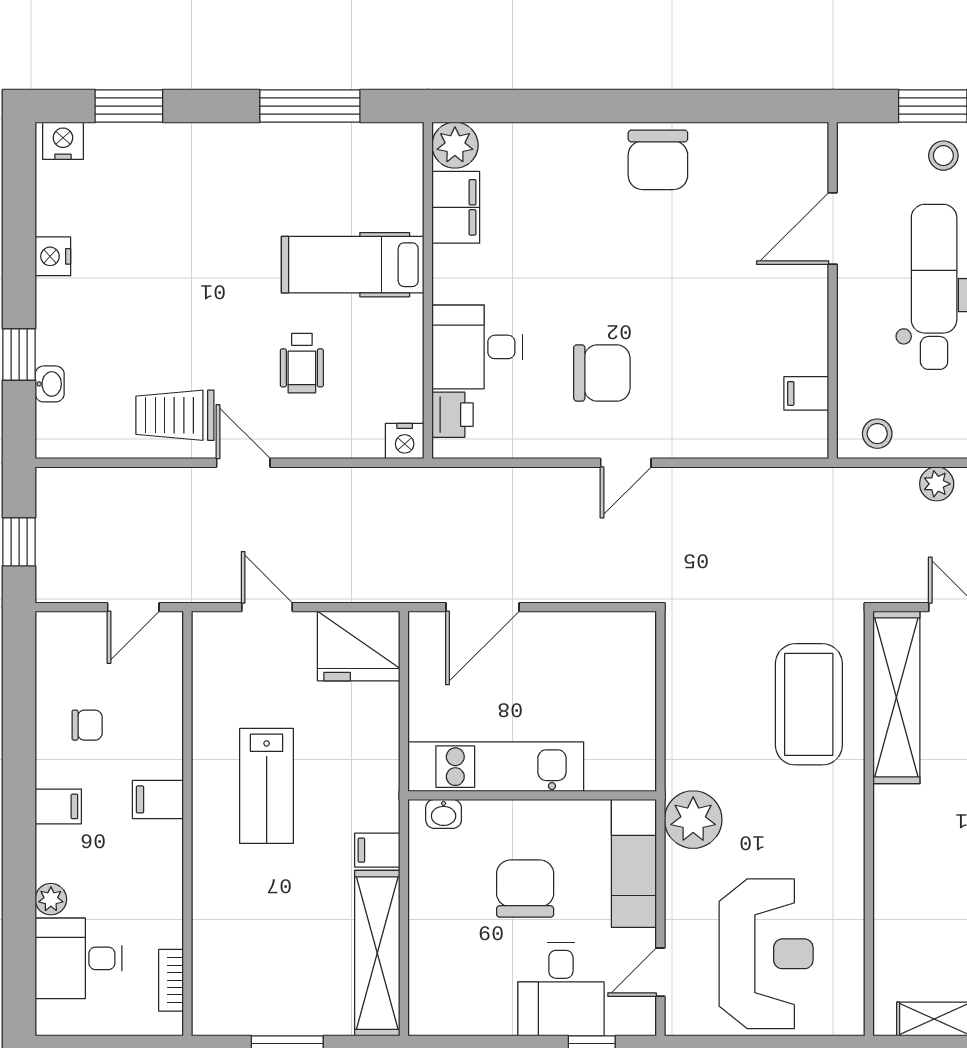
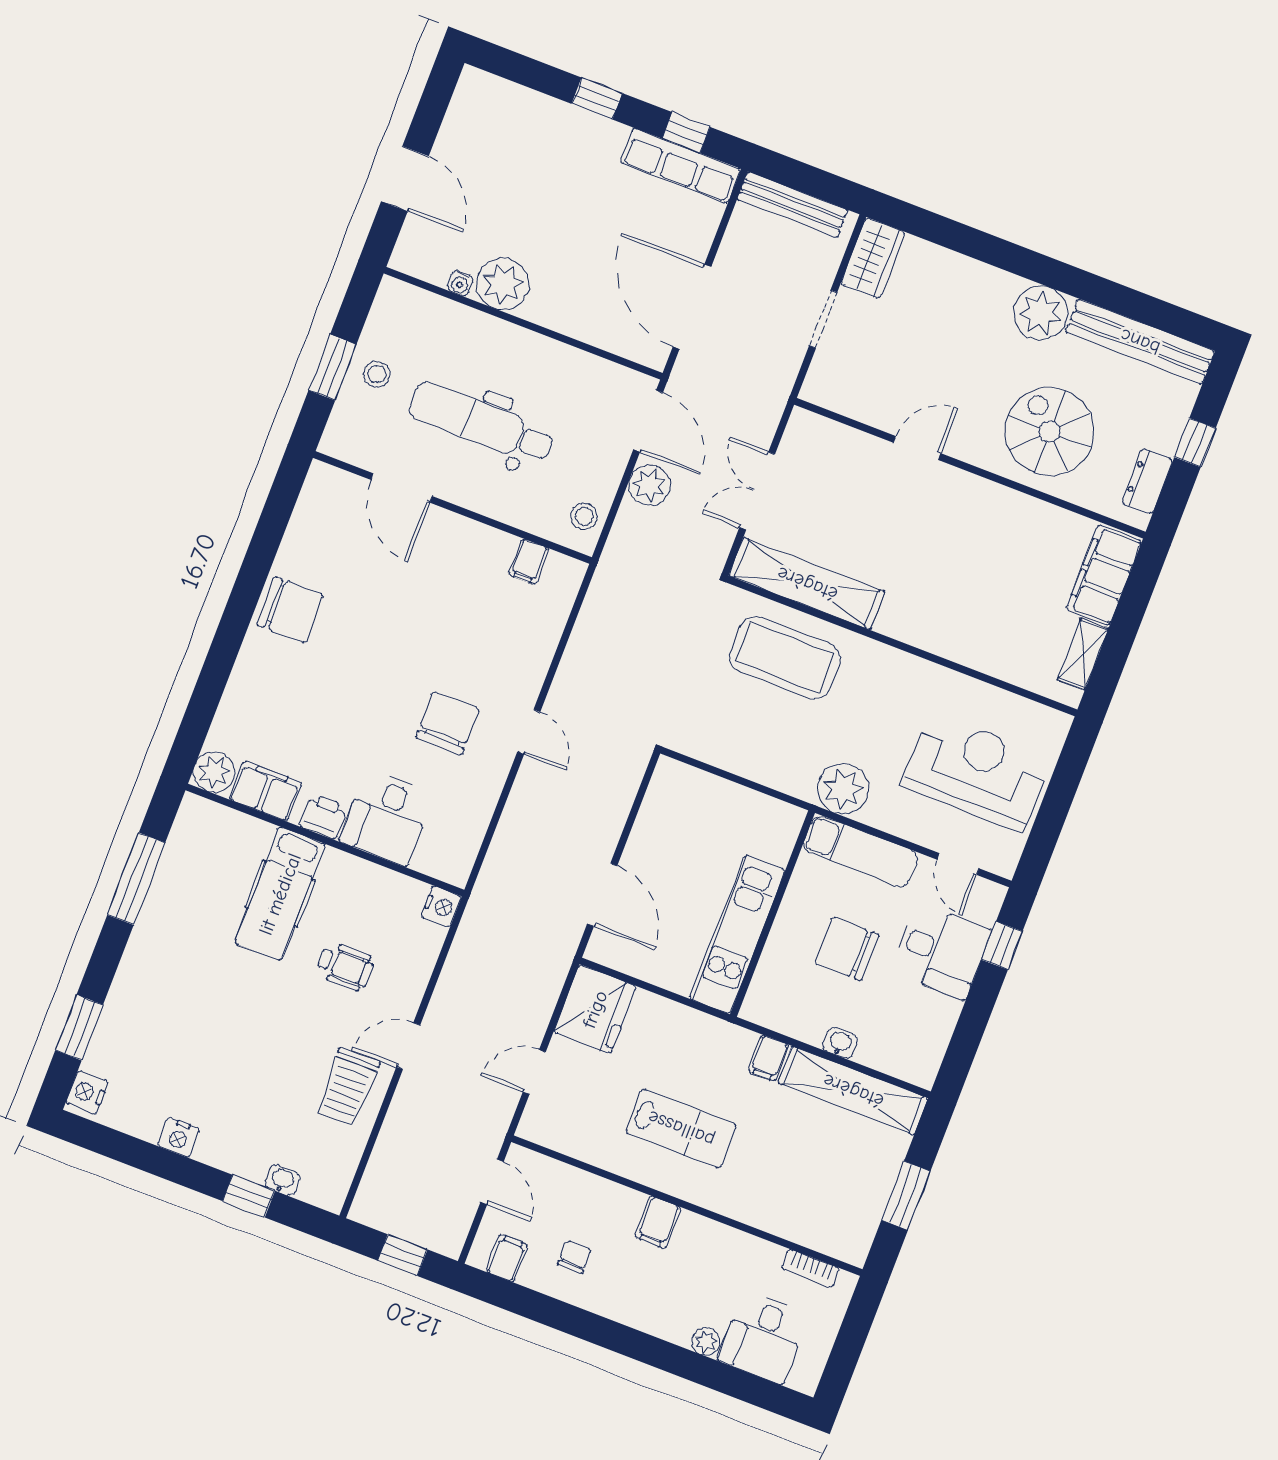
printer: (452, 415) -> (323, 816), moved
plant: (937, 484) -> (649, 485), width x1.38, depth x1.38
filing cabinet: (58, 806) -> (507, 1258), moved
washbasin: (444, 814) -> (840, 1043), moved, turned -90

